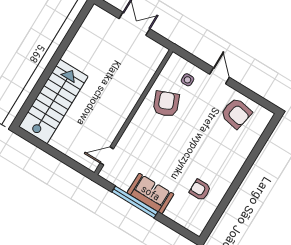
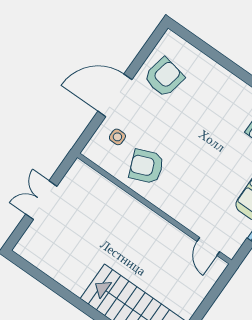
door: (220, 76) -> (115, 95), width x1.87

